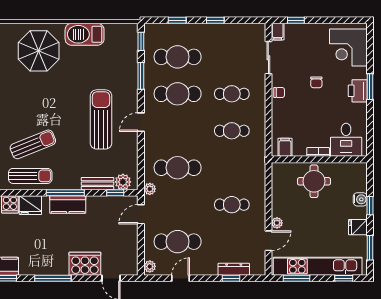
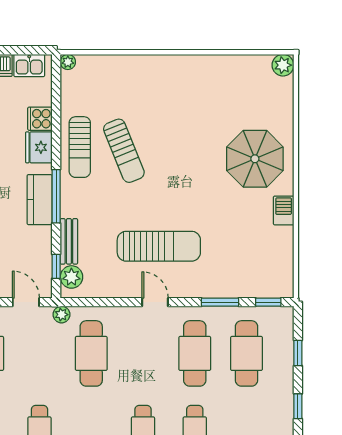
barbecue: (85, 34) -> (284, 210), width x0.53, depth x0.65

